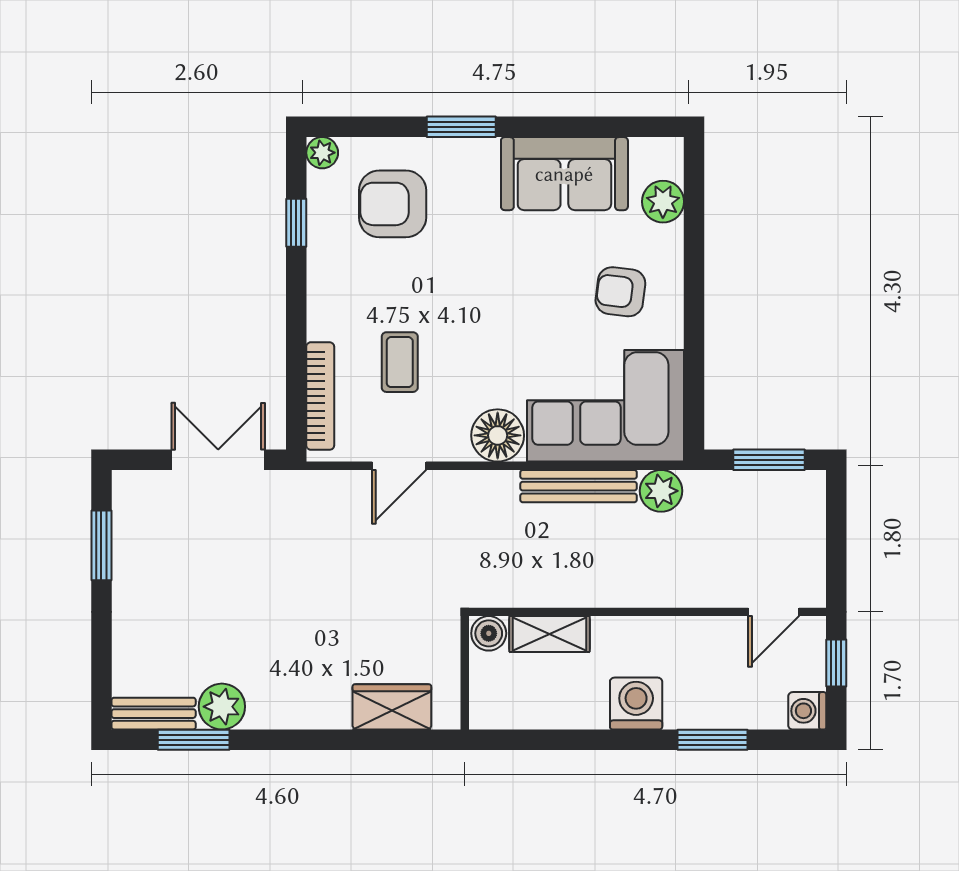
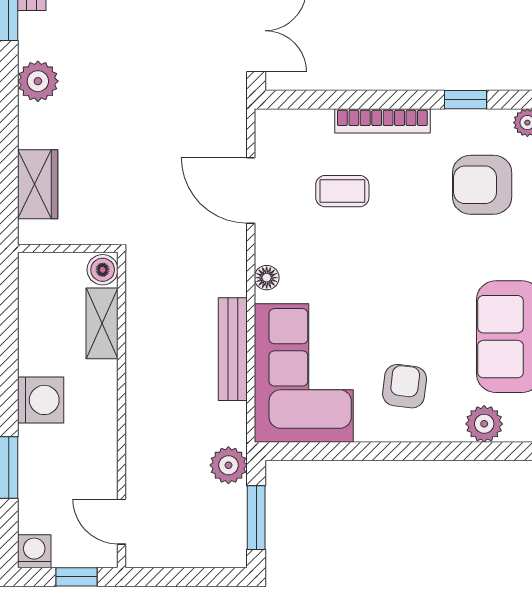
armchair: (393, 204) -> (482, 185), turned -90
bookcase: (320, 396) -> (382, 121), moved
floor lamp: (498, 435) -> (267, 278), width x0.53, depth x0.53
door: (399, 466) -> (251, 190), width x1.38
plant: (661, 491) -> (228, 465), moved
plant: (222, 707) -> (38, 81), moved

